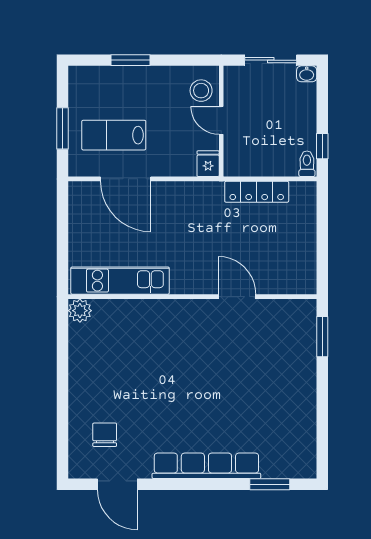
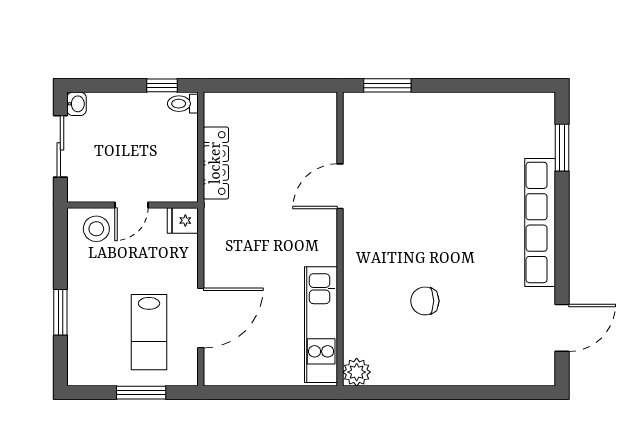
chair: (105, 435) -> (425, 301), moved

